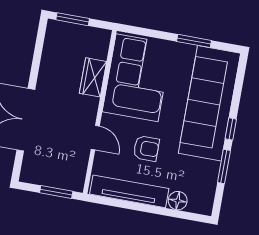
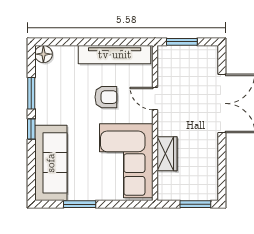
sofa: (209, 103) -> (51, 163), width x0.74, depth x0.79
armchair: (146, 148) -> (106, 97), turned 180
floor lamp: (178, 201) -> (43, 54), moved

